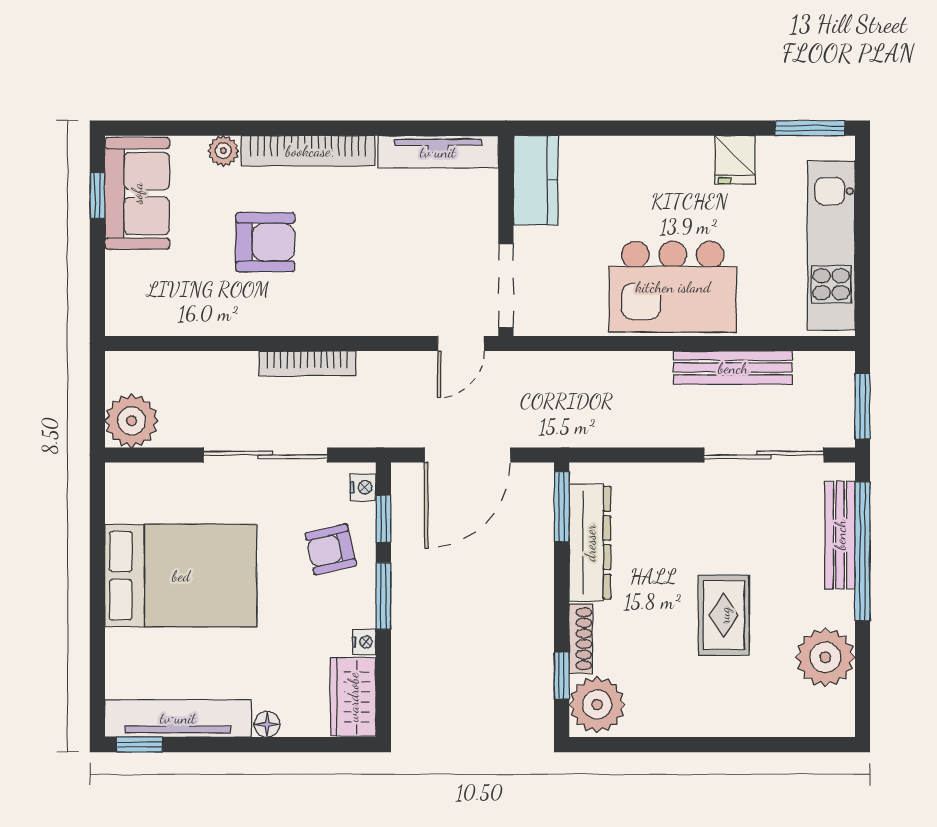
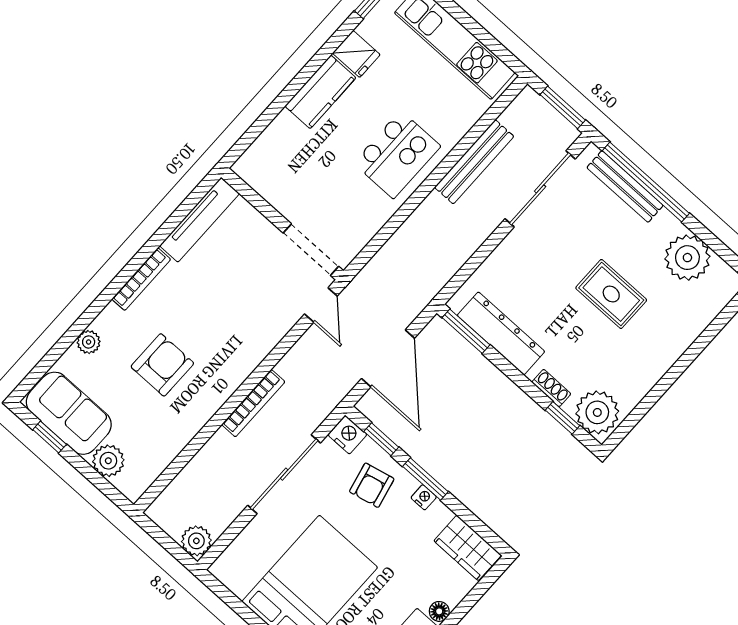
bookcase: (308, 151) -> (141, 279), width x0.68, depth x0.76
kitchen counter: (536, 180) -> (320, 92), moved, turned 90
plant: (126, 273) -> (108, 461), added
kitchen island: (673, 287) -> (397, 155), width x0.73, depth x0.78
plant: (132, 421) -> (196, 541), width x0.73, depth x0.73
nightstand: (363, 487) -> (347, 435), width x1.39, depth x1.35
shoe rack: (581, 639) -> (551, 388), width x0.70
nightstand: (364, 642) -> (424, 497), moved

